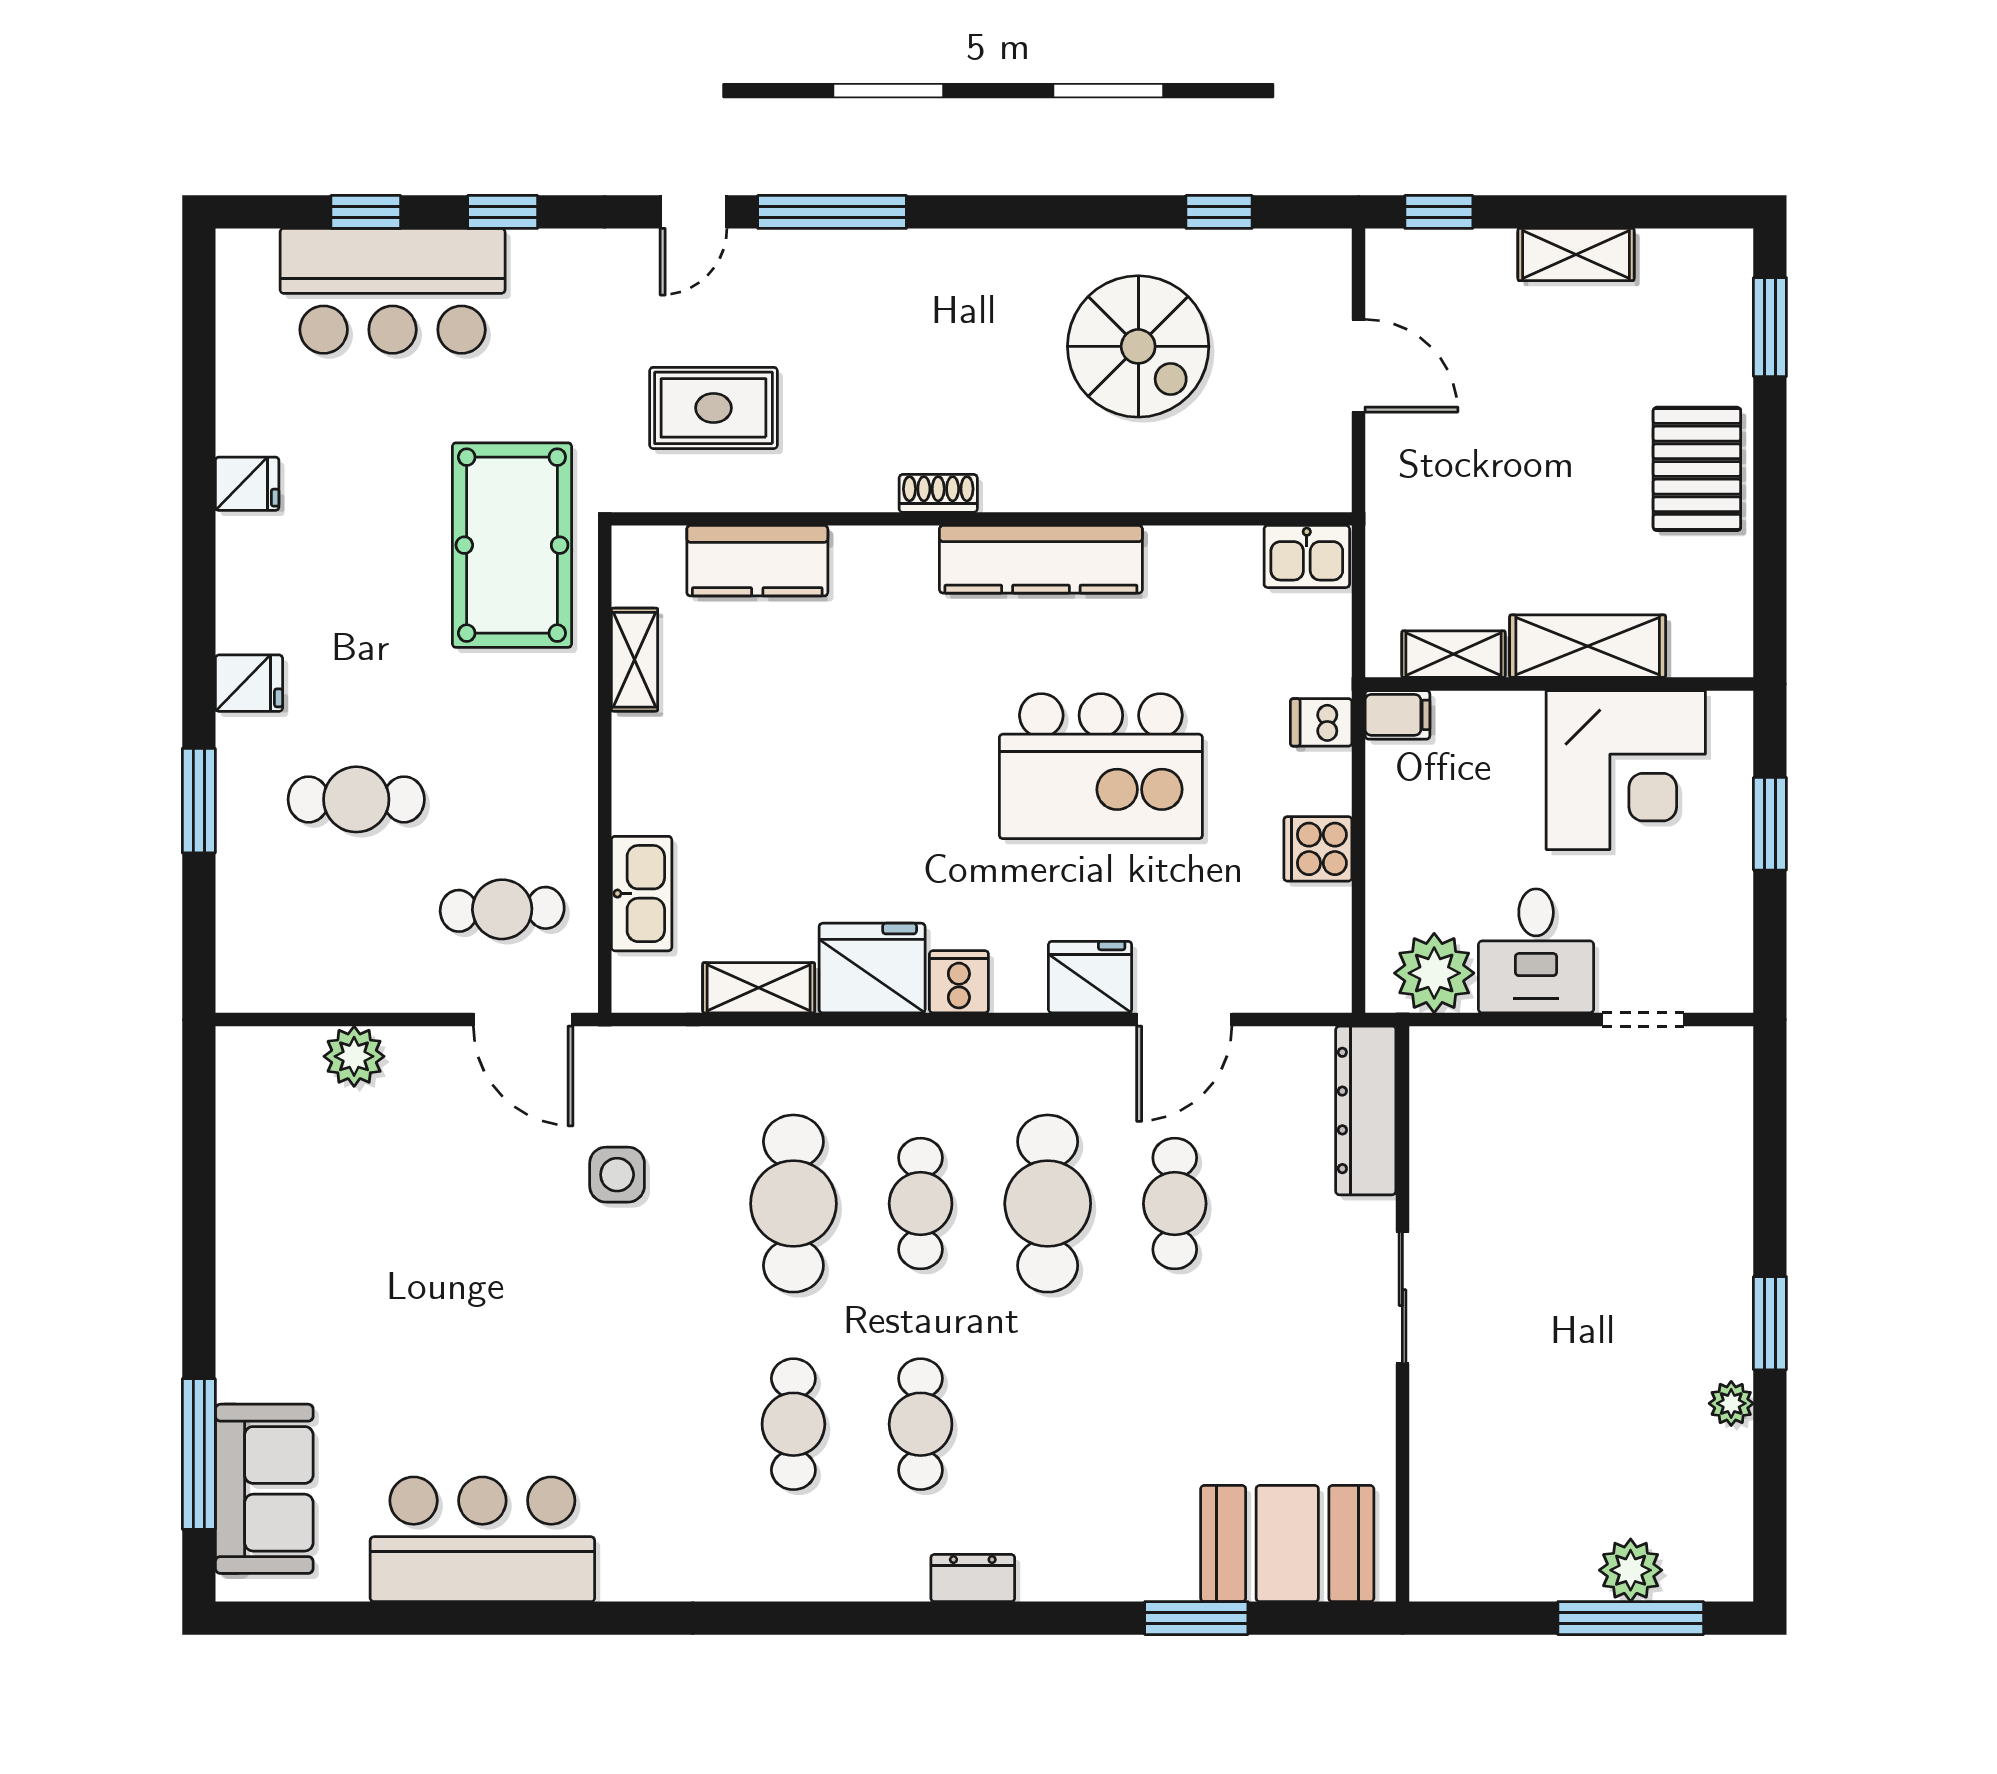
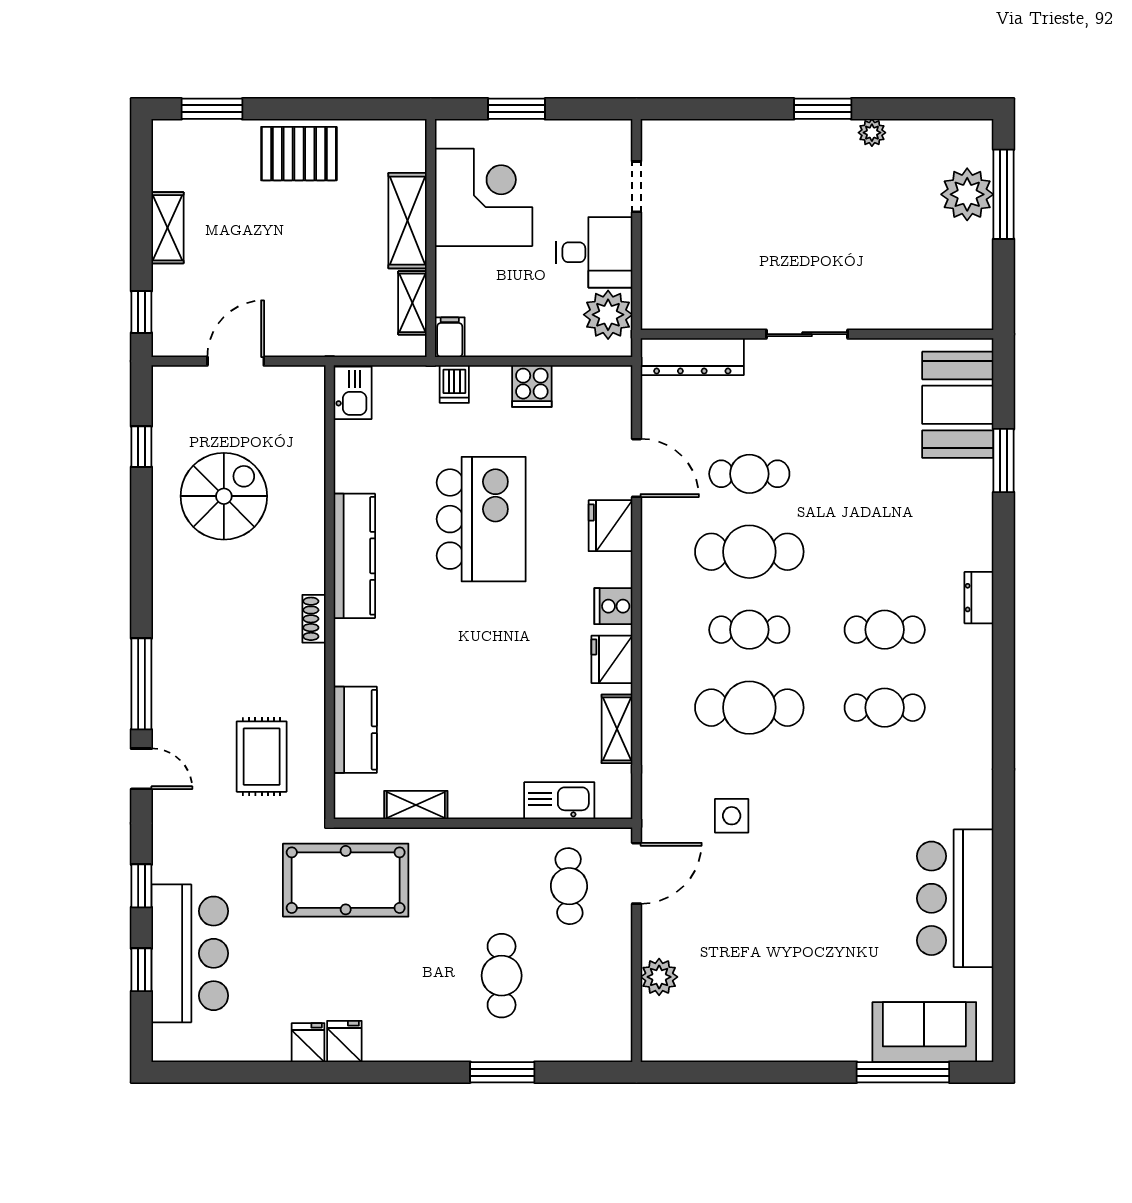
fridge: (249, 683) -> (344, 1041), moved
fridge: (872, 968) -> (612, 659), width x0.73, depth x0.75
plant: (1631, 1570) -> (967, 194), width x1.36, depth x1.36

